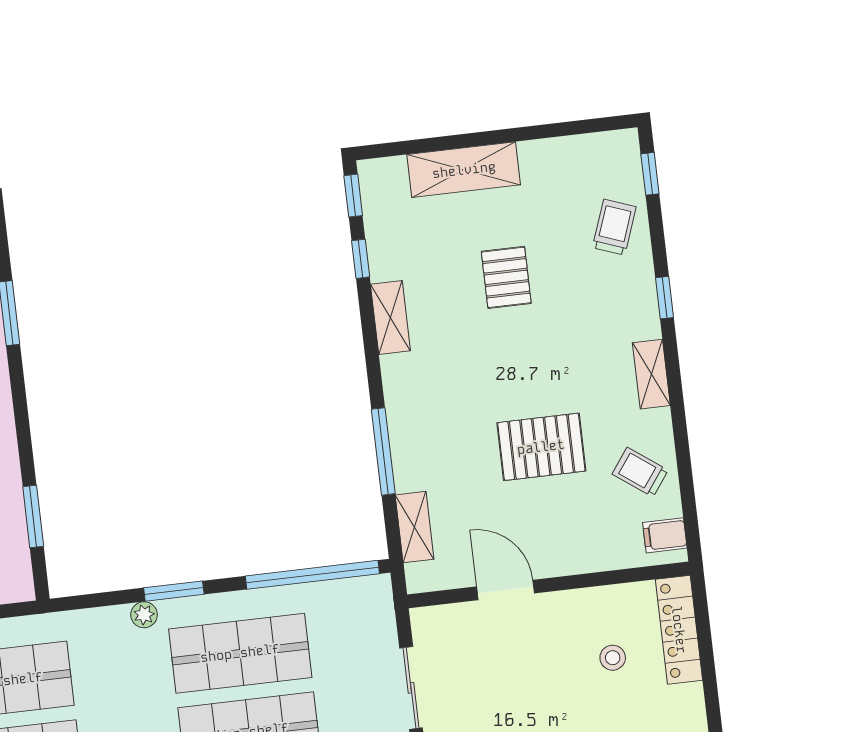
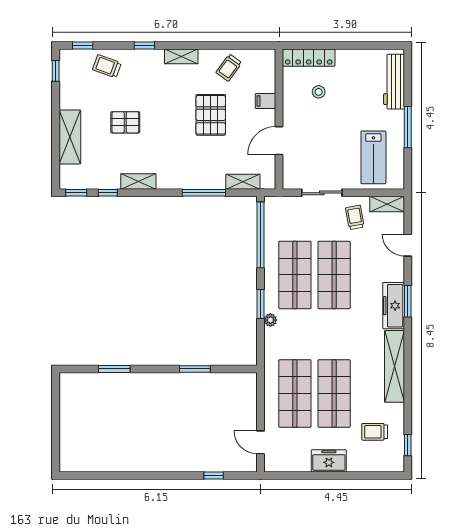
window: (593, 126) -> (56, 71), added
window: (33, 516) -> (195, 369), moved
filing cabinet: (665, 535) -> (266, 101), moved, turned 90

